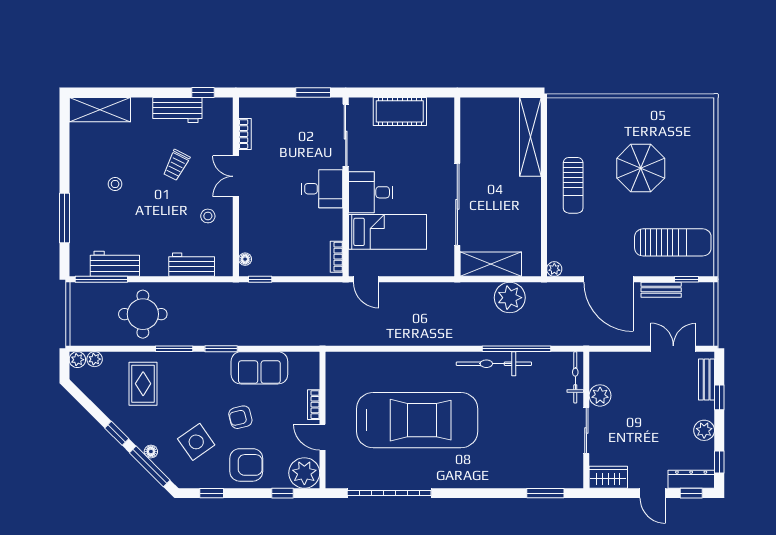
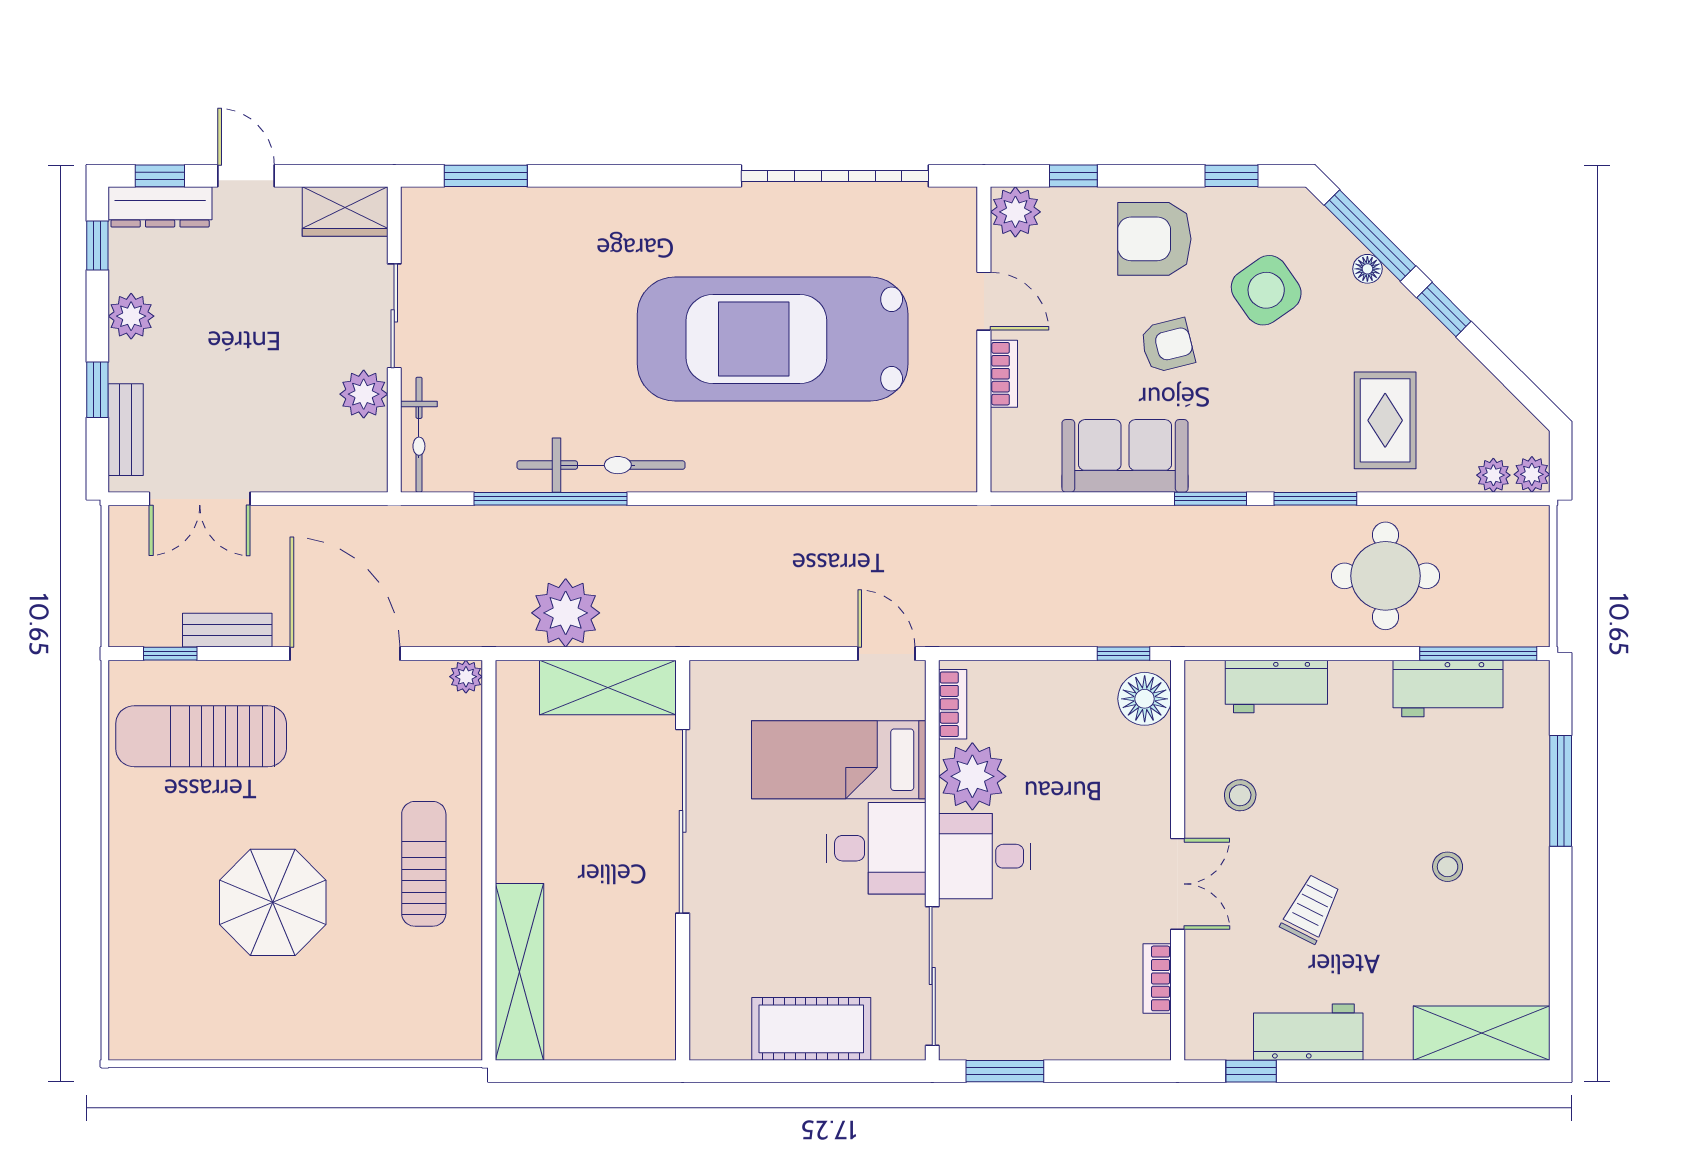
plant: (328, 224) -> (972, 776), added
floor lamp: (245, 259) -> (1145, 699), width x1.89, depth x1.89
plant: (304, 473) -> (1015, 212), width x0.73, depth x0.73

